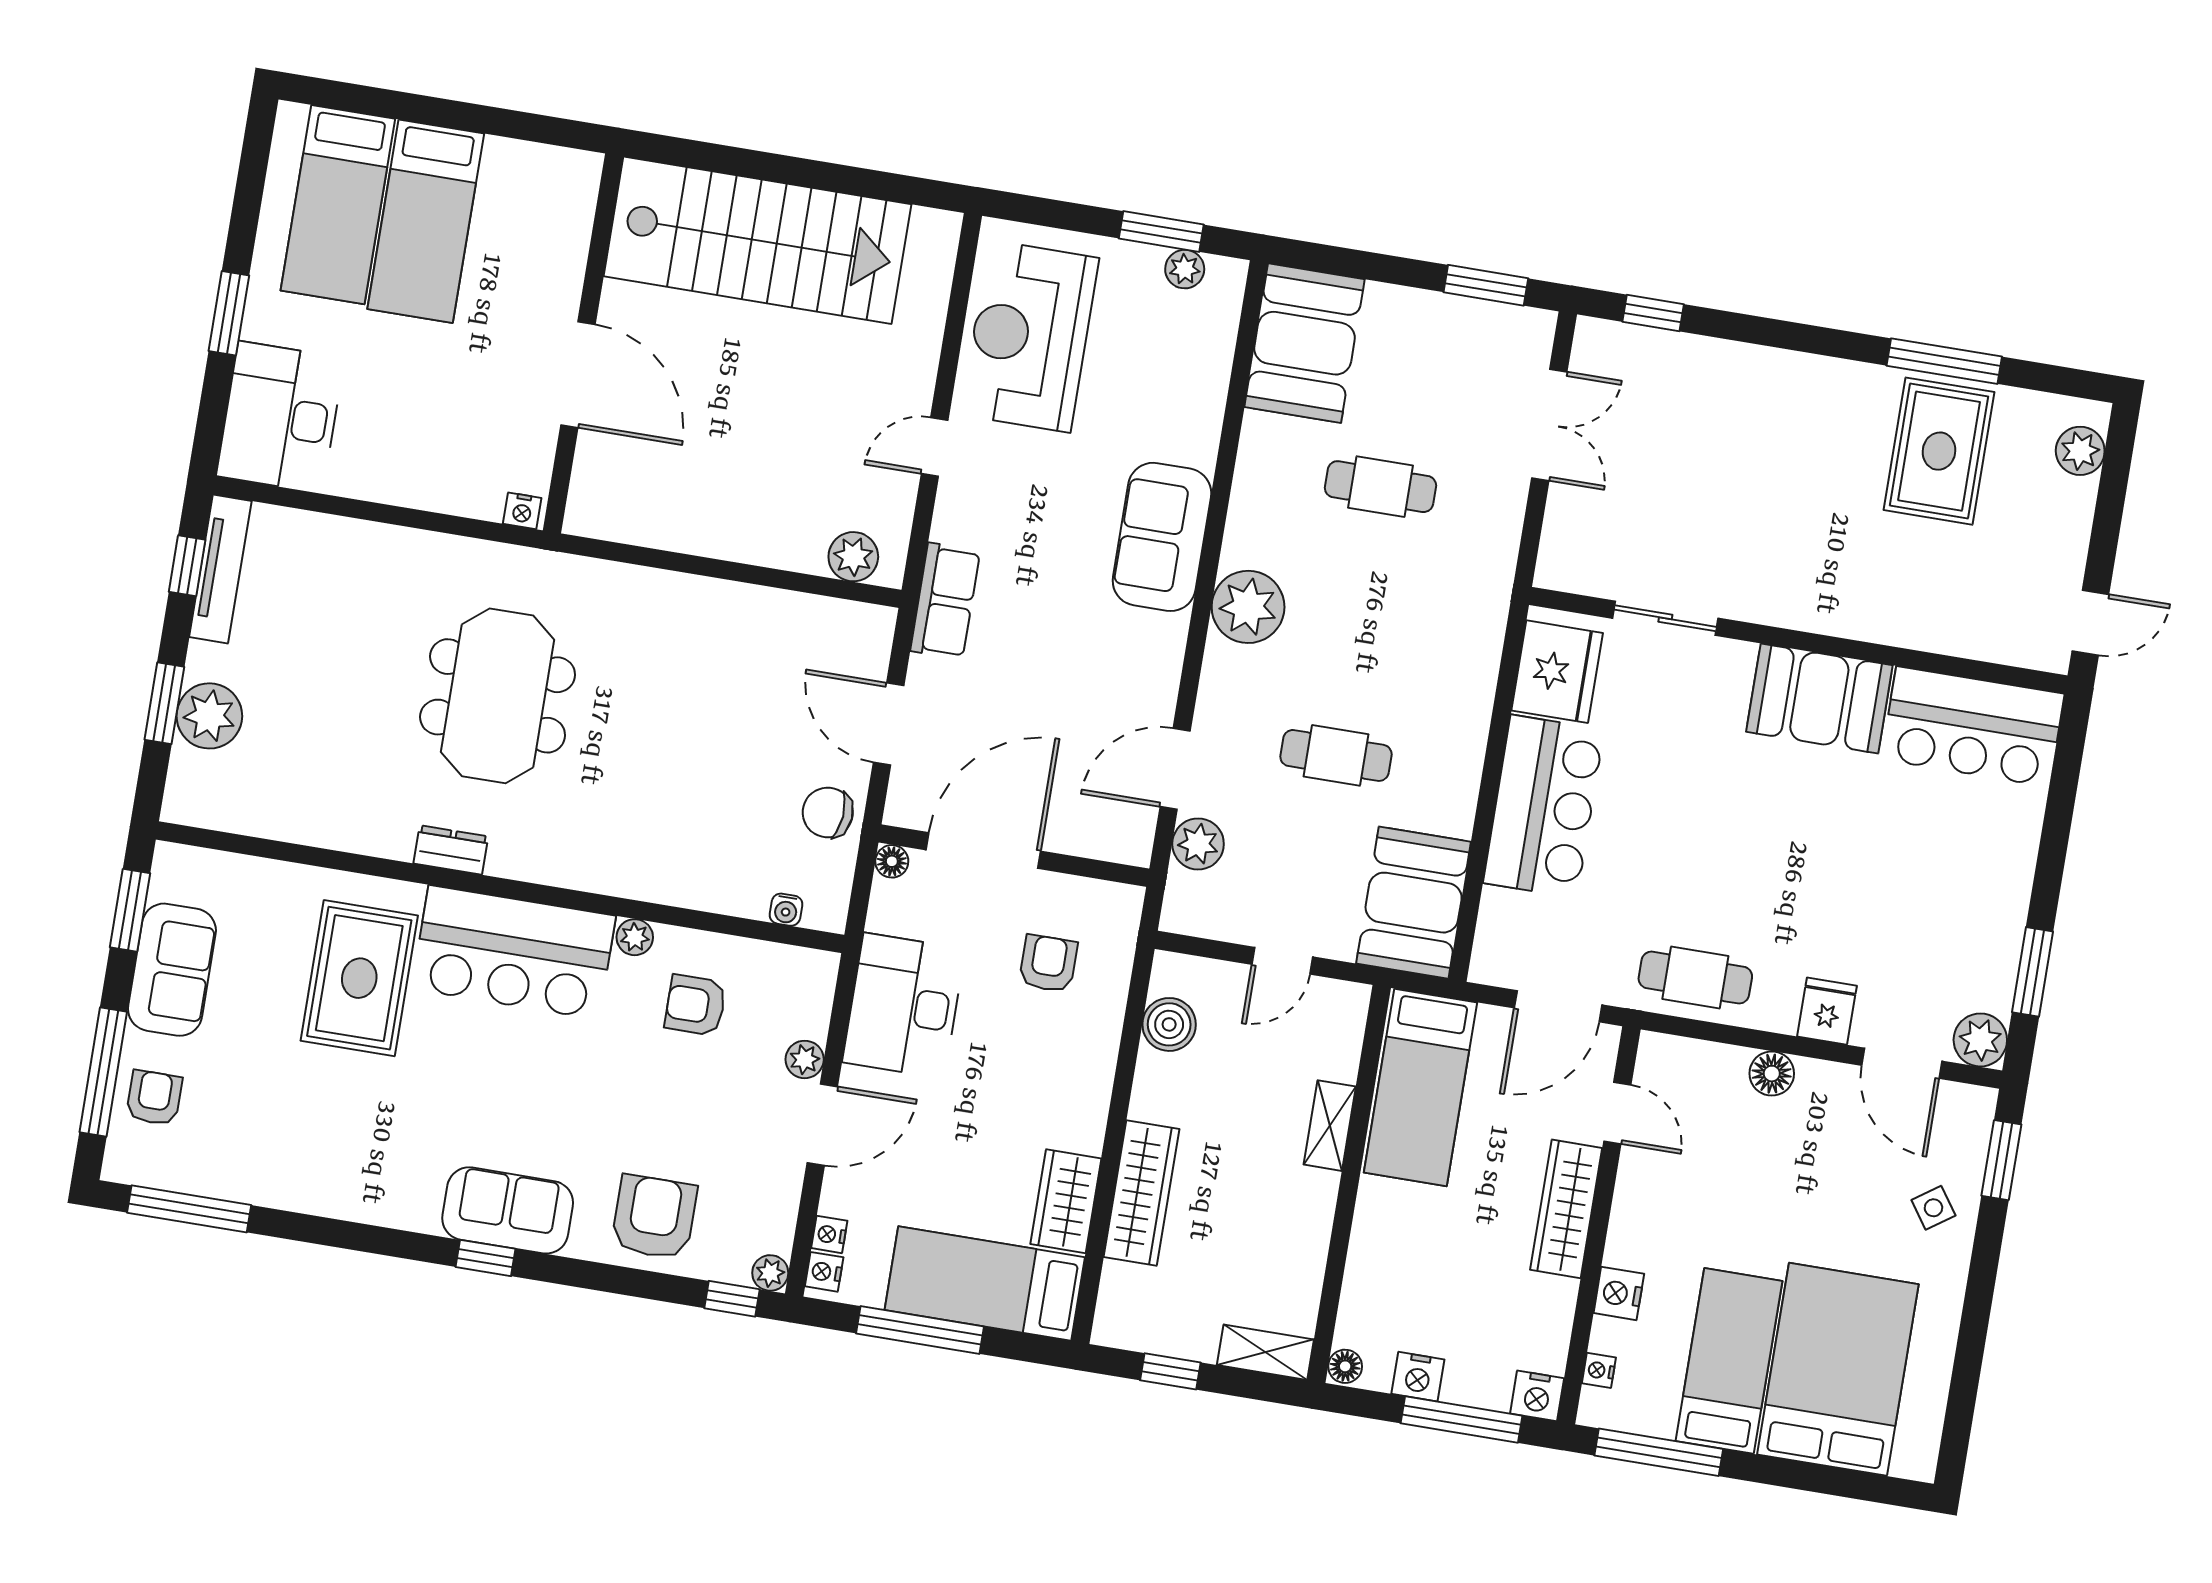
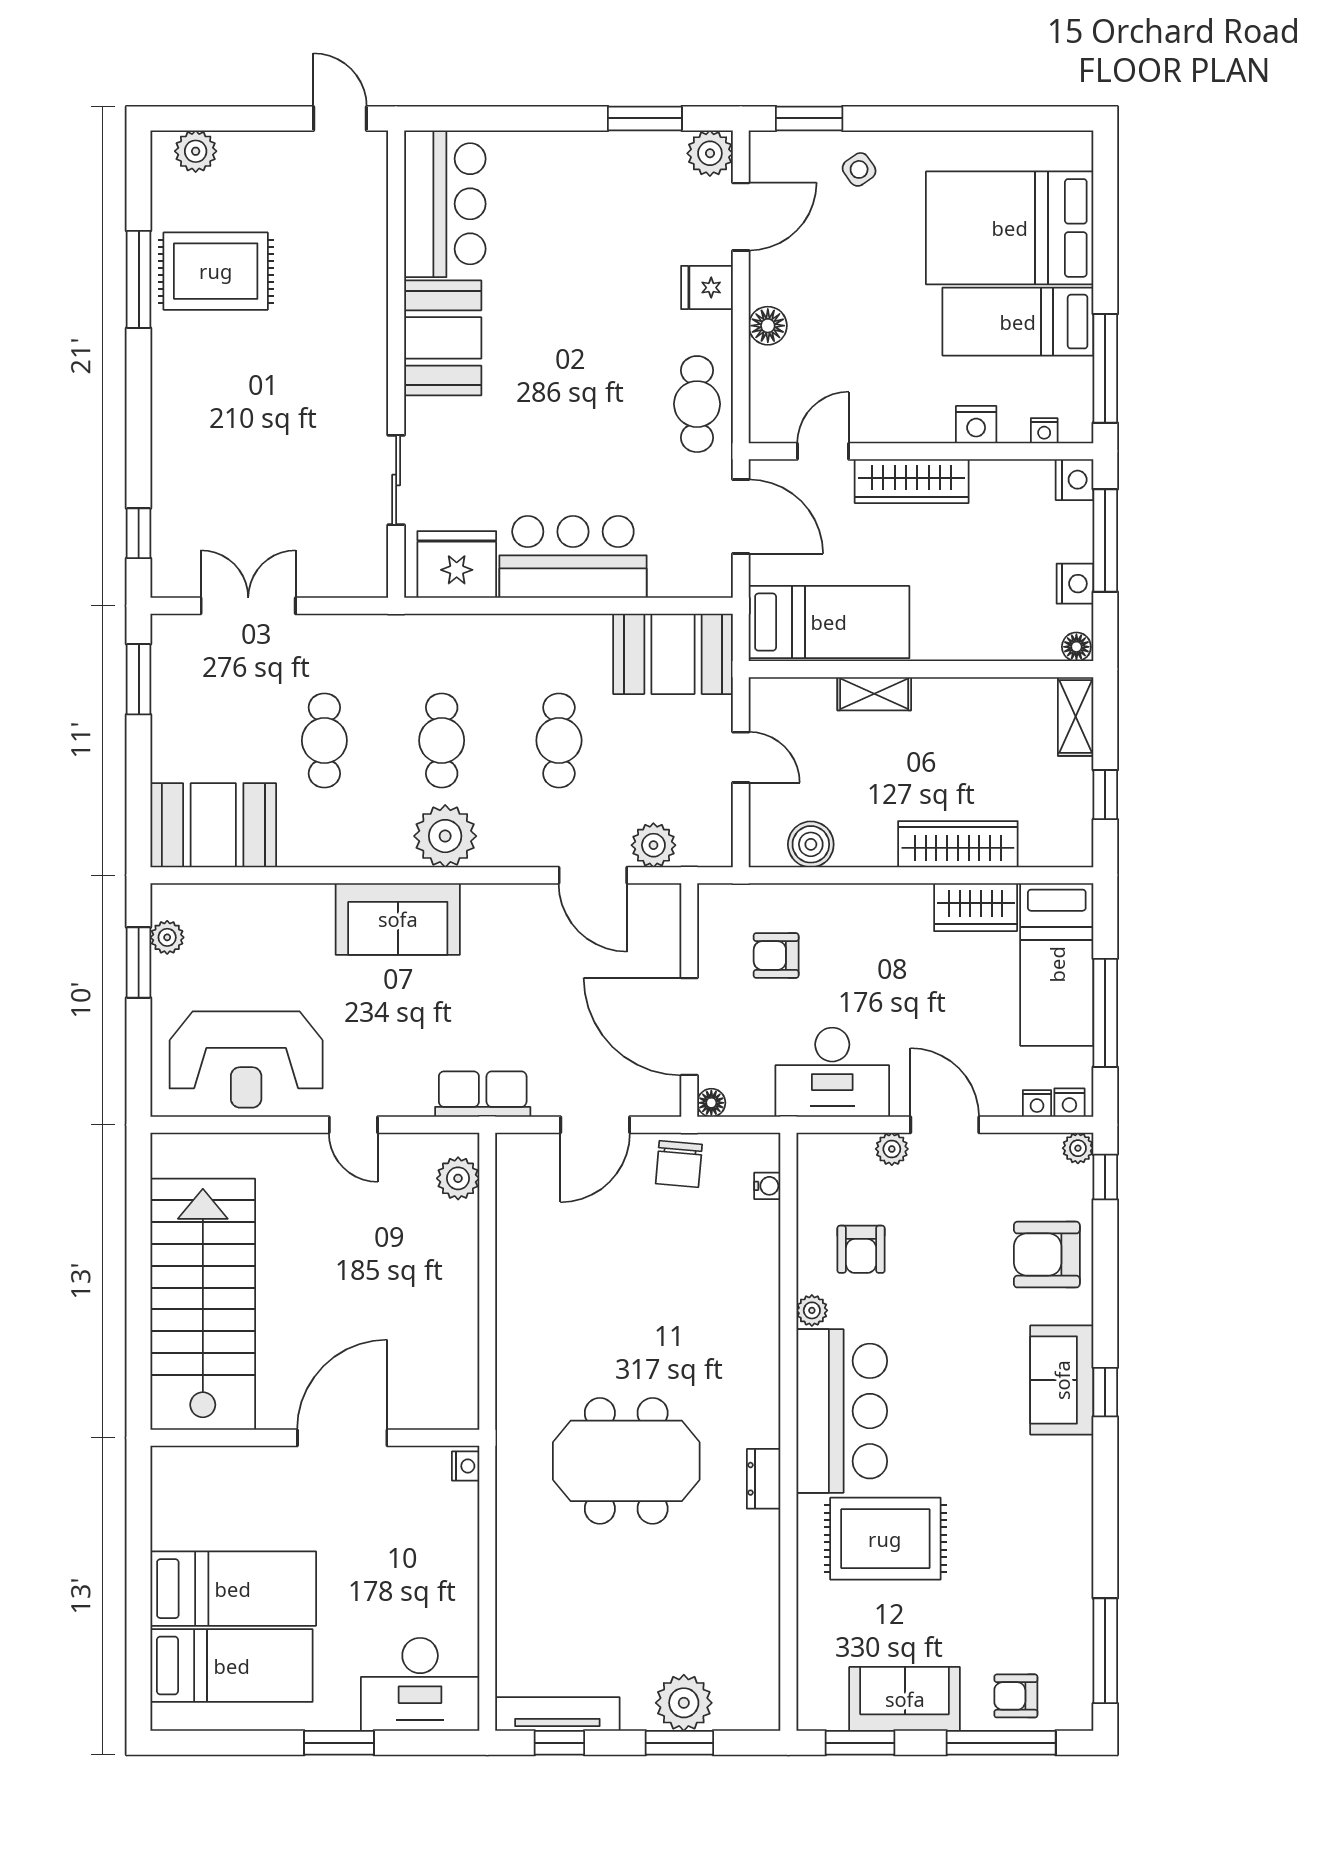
cafe table: (1358, 621) -> (442, 740), added

